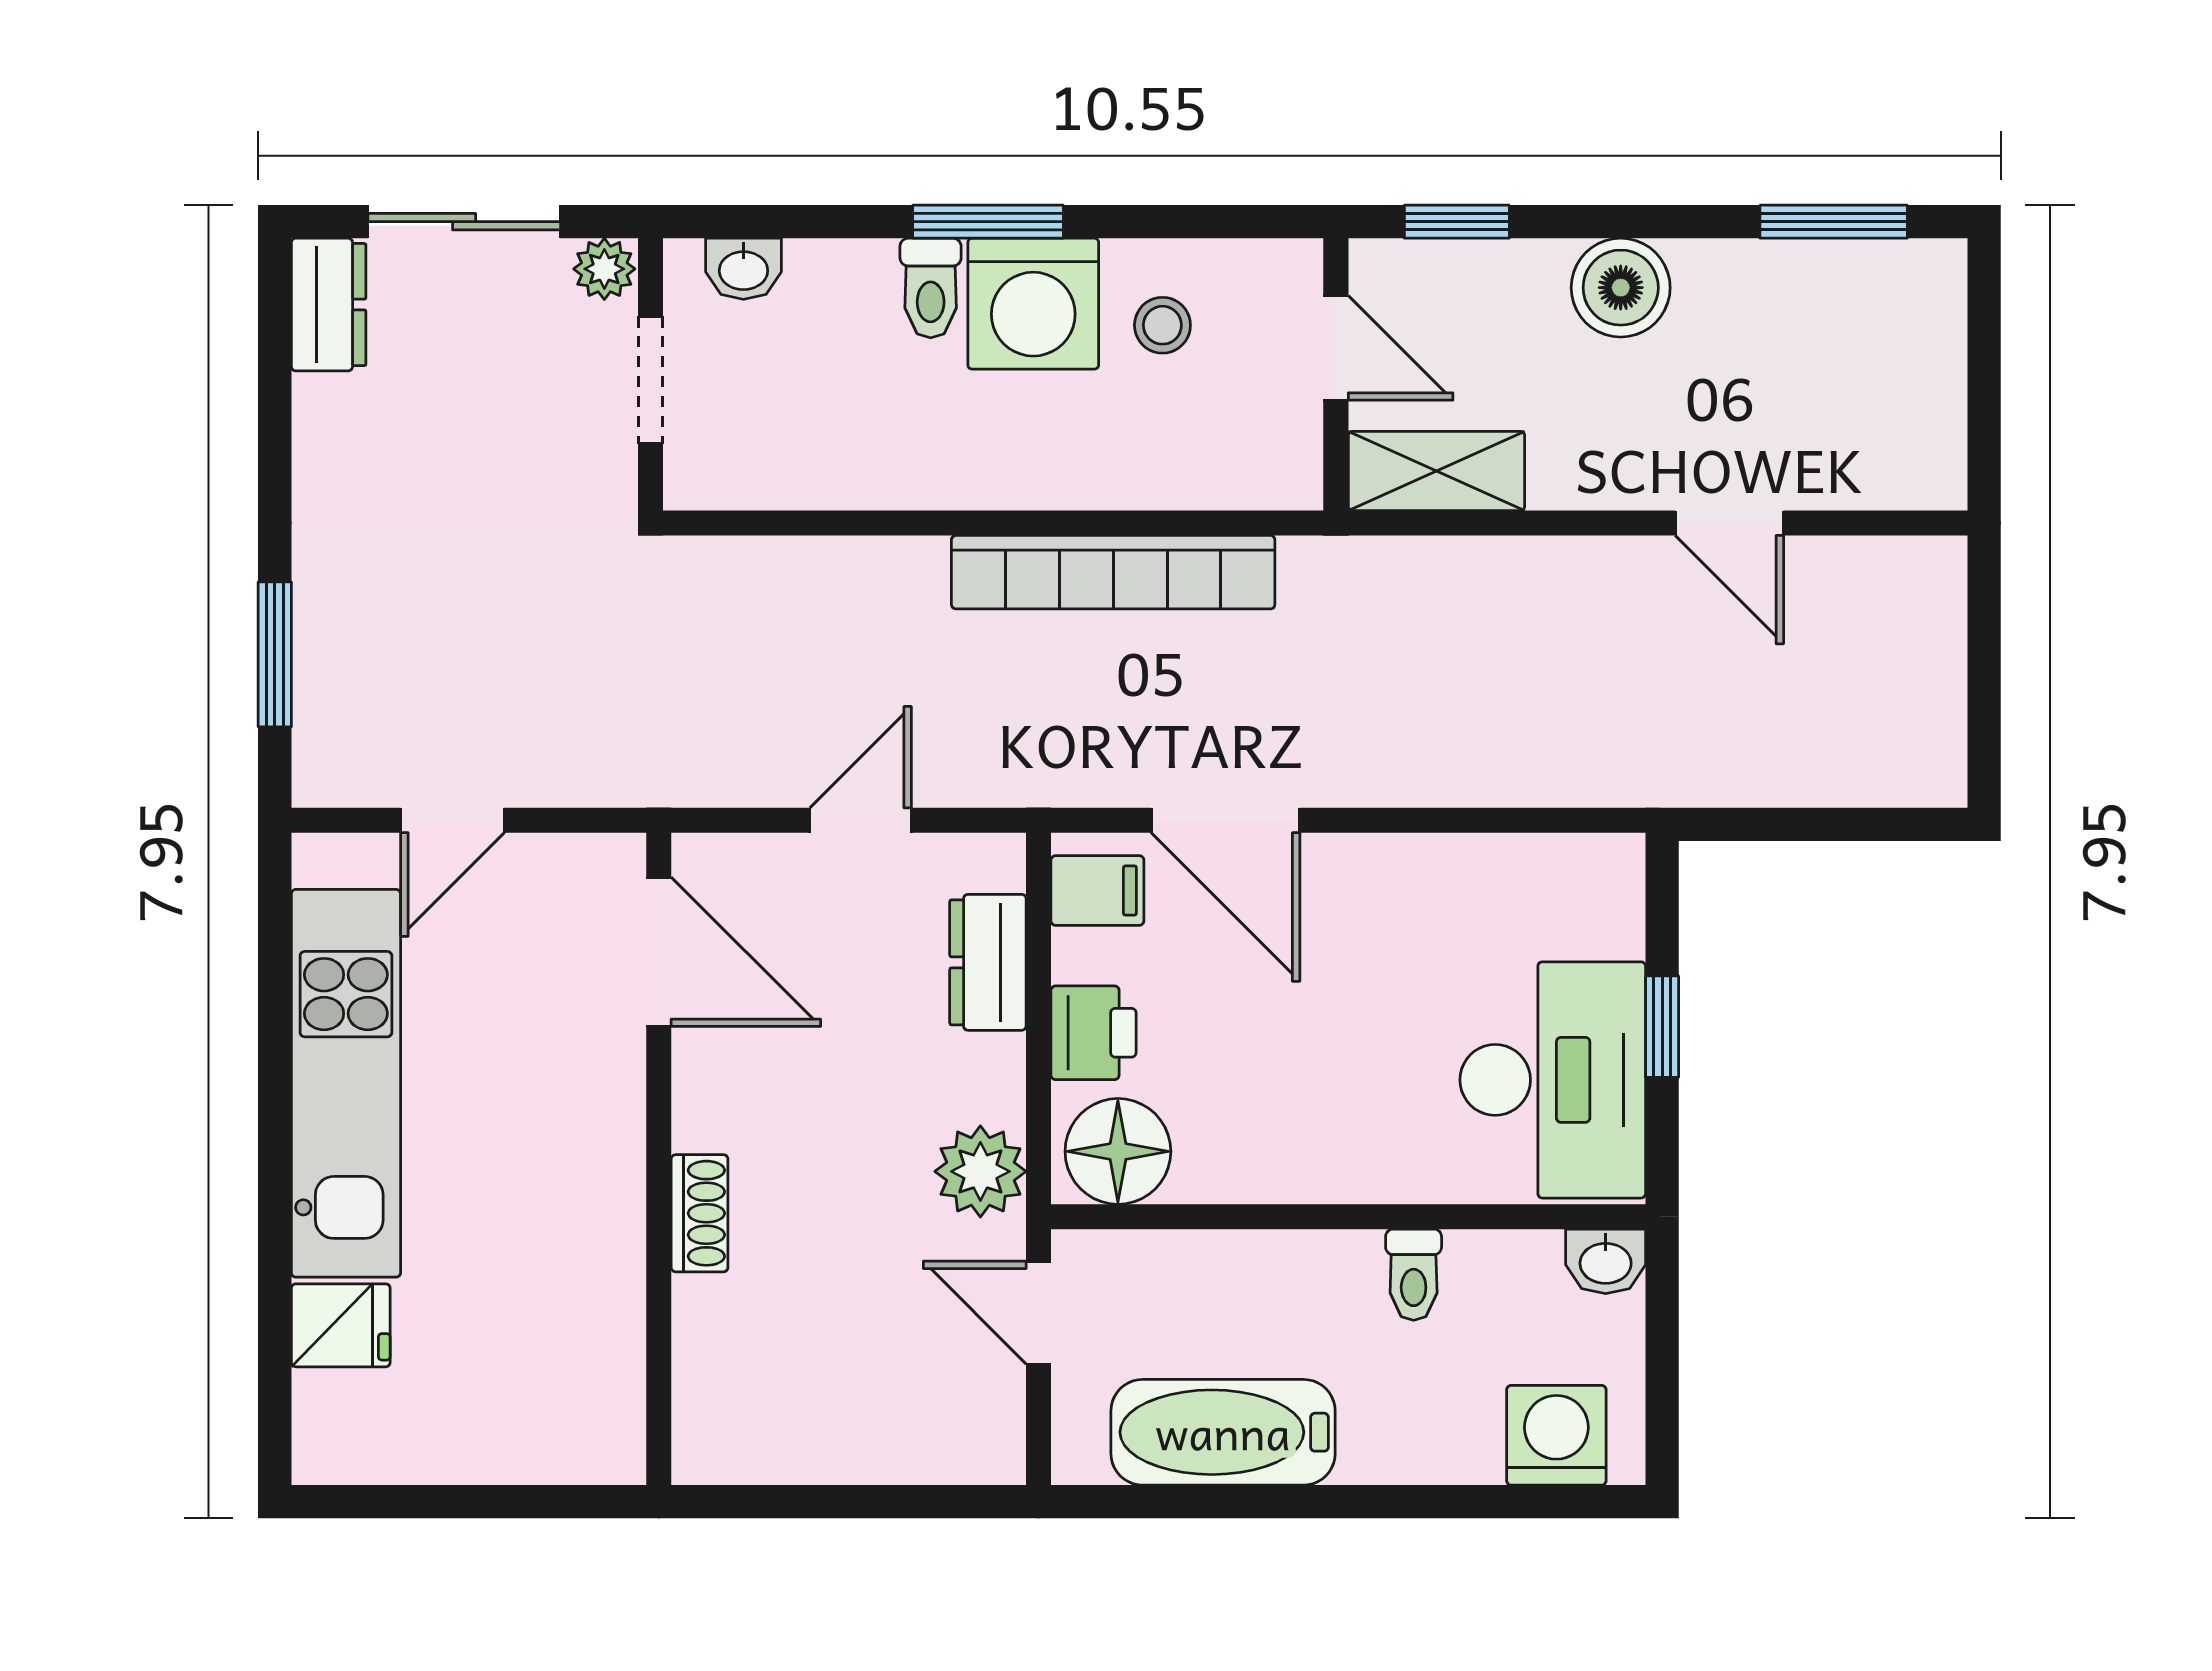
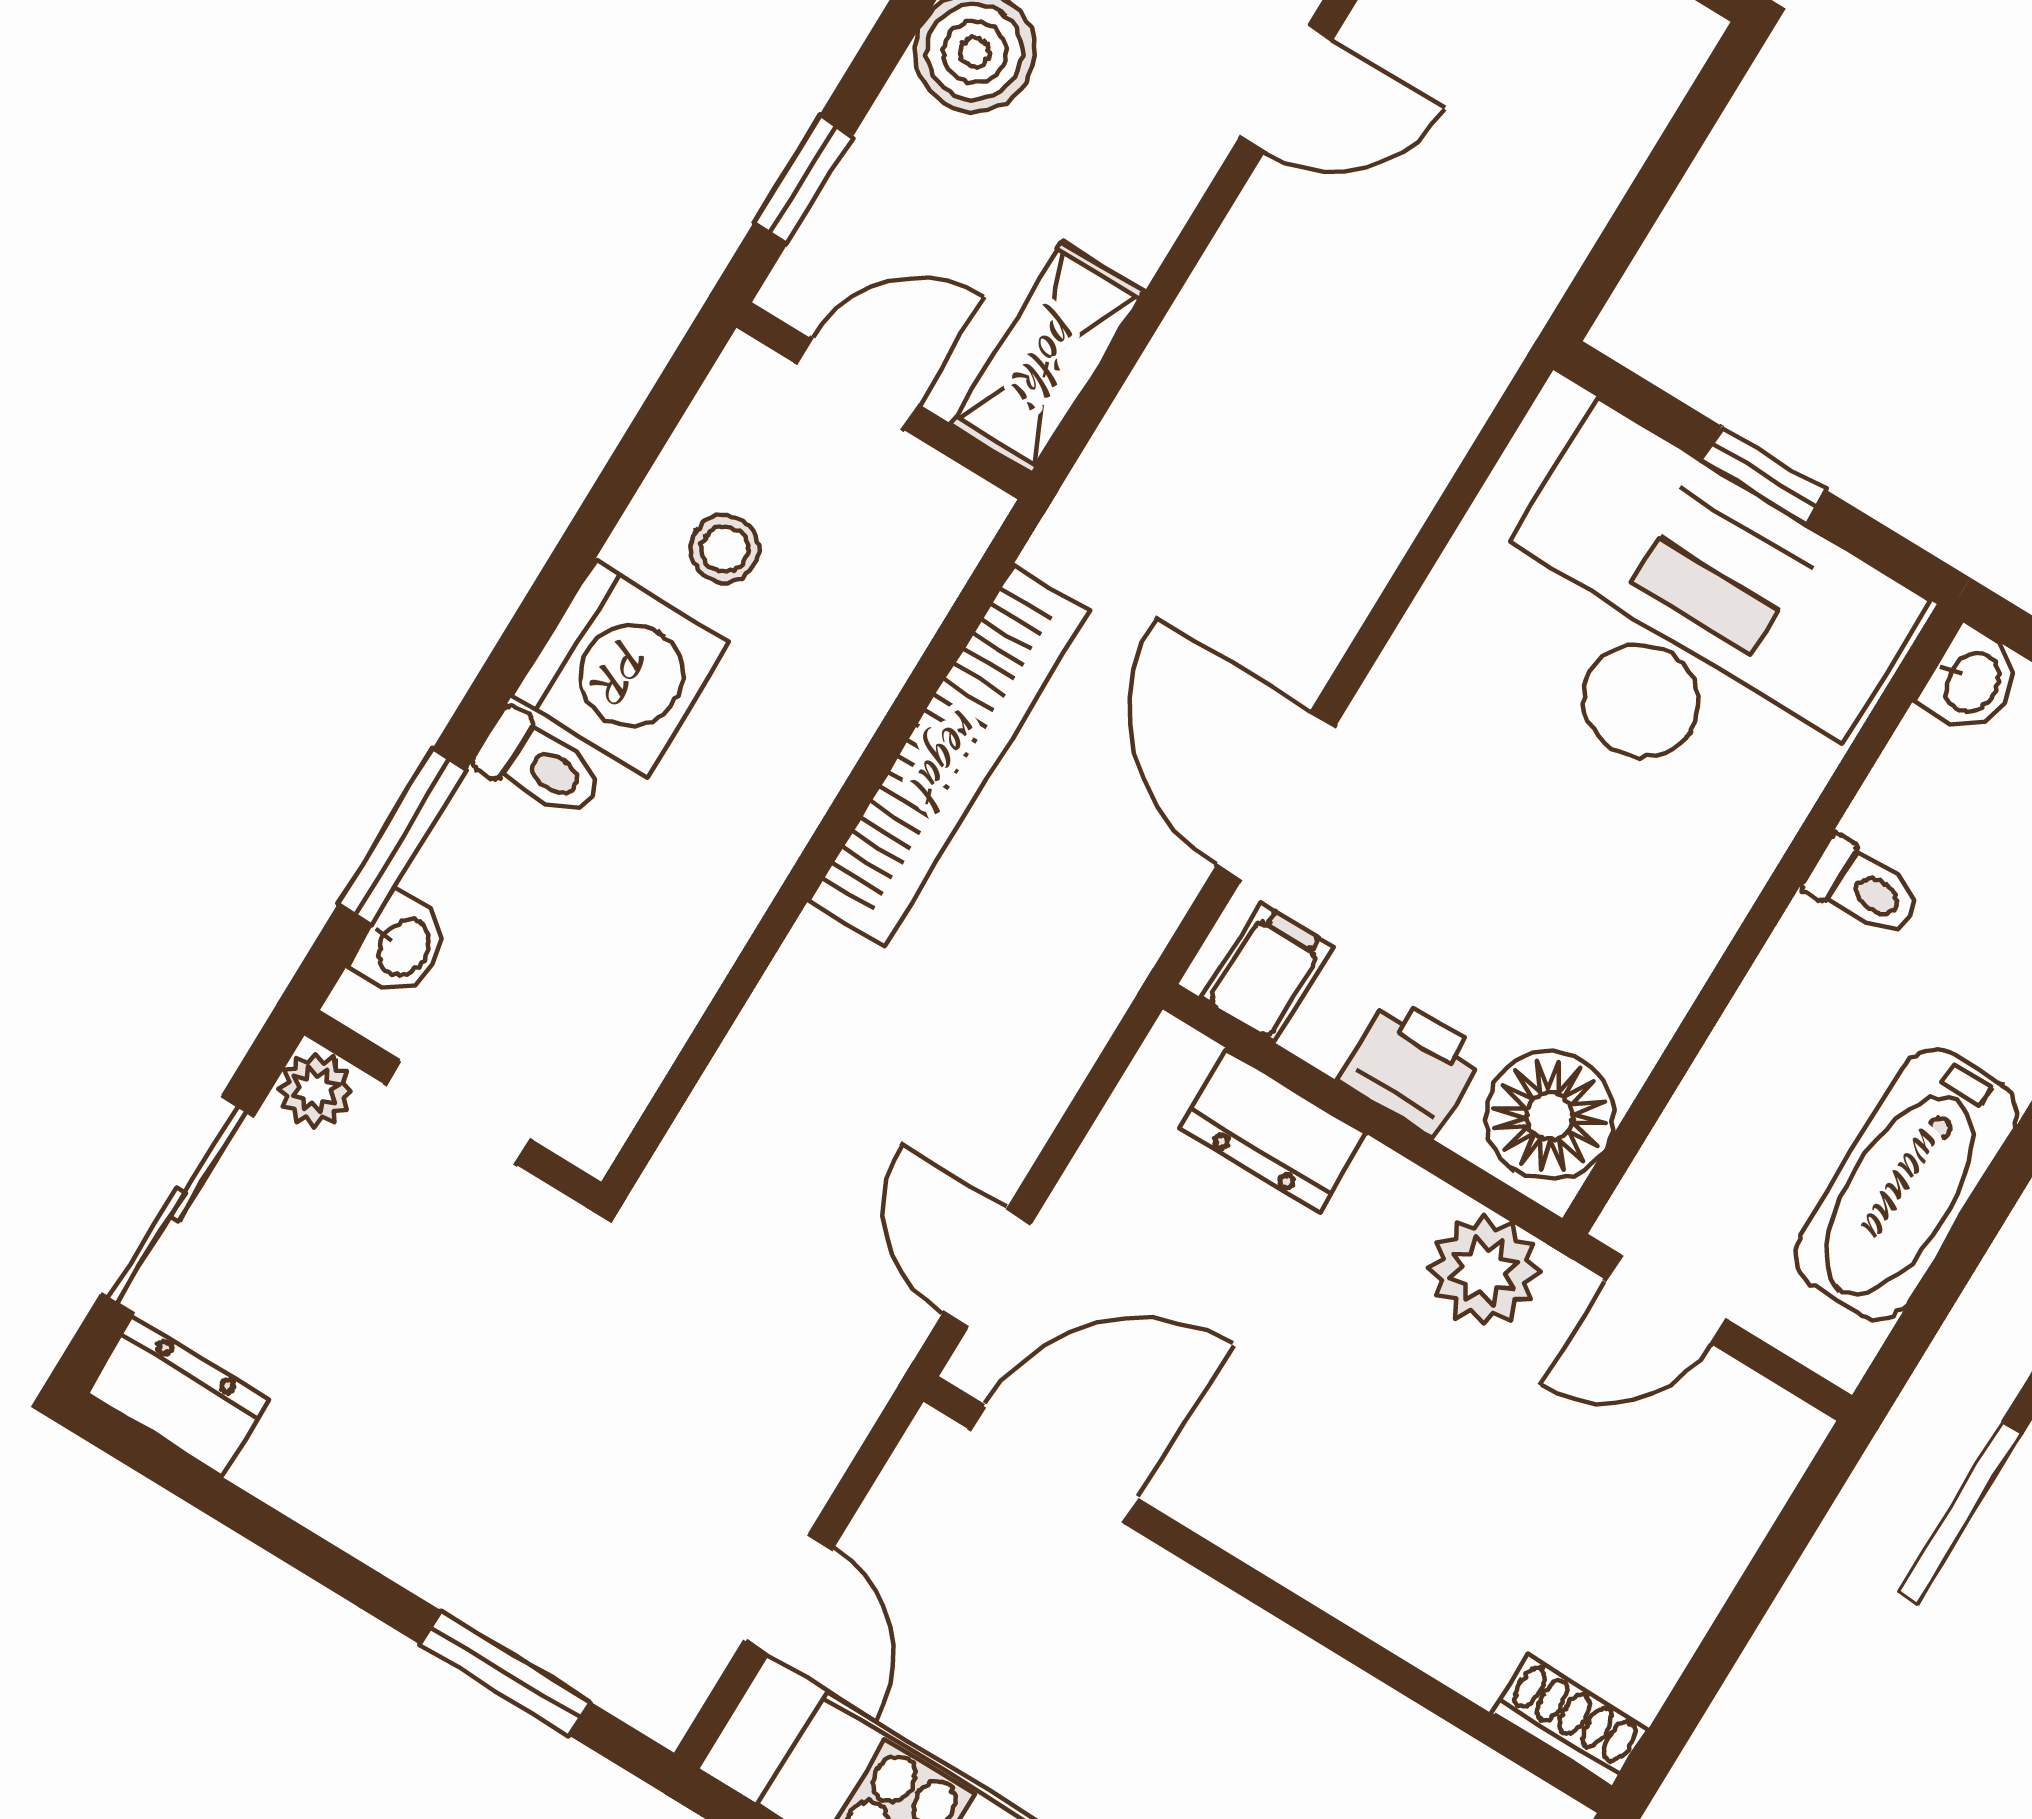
window: (988, 222) -> (403, 836), moved
door: (861, 820) -> (987, 1269), moved
door: (1225, 820) -> (1276, 796), swing flipped
desk: (1553, 1080) -> (1688, 623), width x1.36, depth x1.30
shoe rack: (700, 1213) -> (1570, 1721), moved

